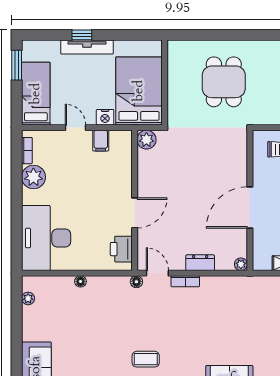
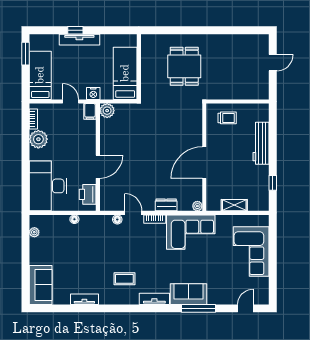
bed: (139, 91) -> (125, 73), width x0.67
plant: (146, 140) -> (107, 111), moved
wall: (135, 200) -> (98, 157), moved
door: (135, 213) -> (98, 167), moved
printer: (121, 249) -> (88, 194), moved
corner sofa: (232, 298) -> (191, 232), added

